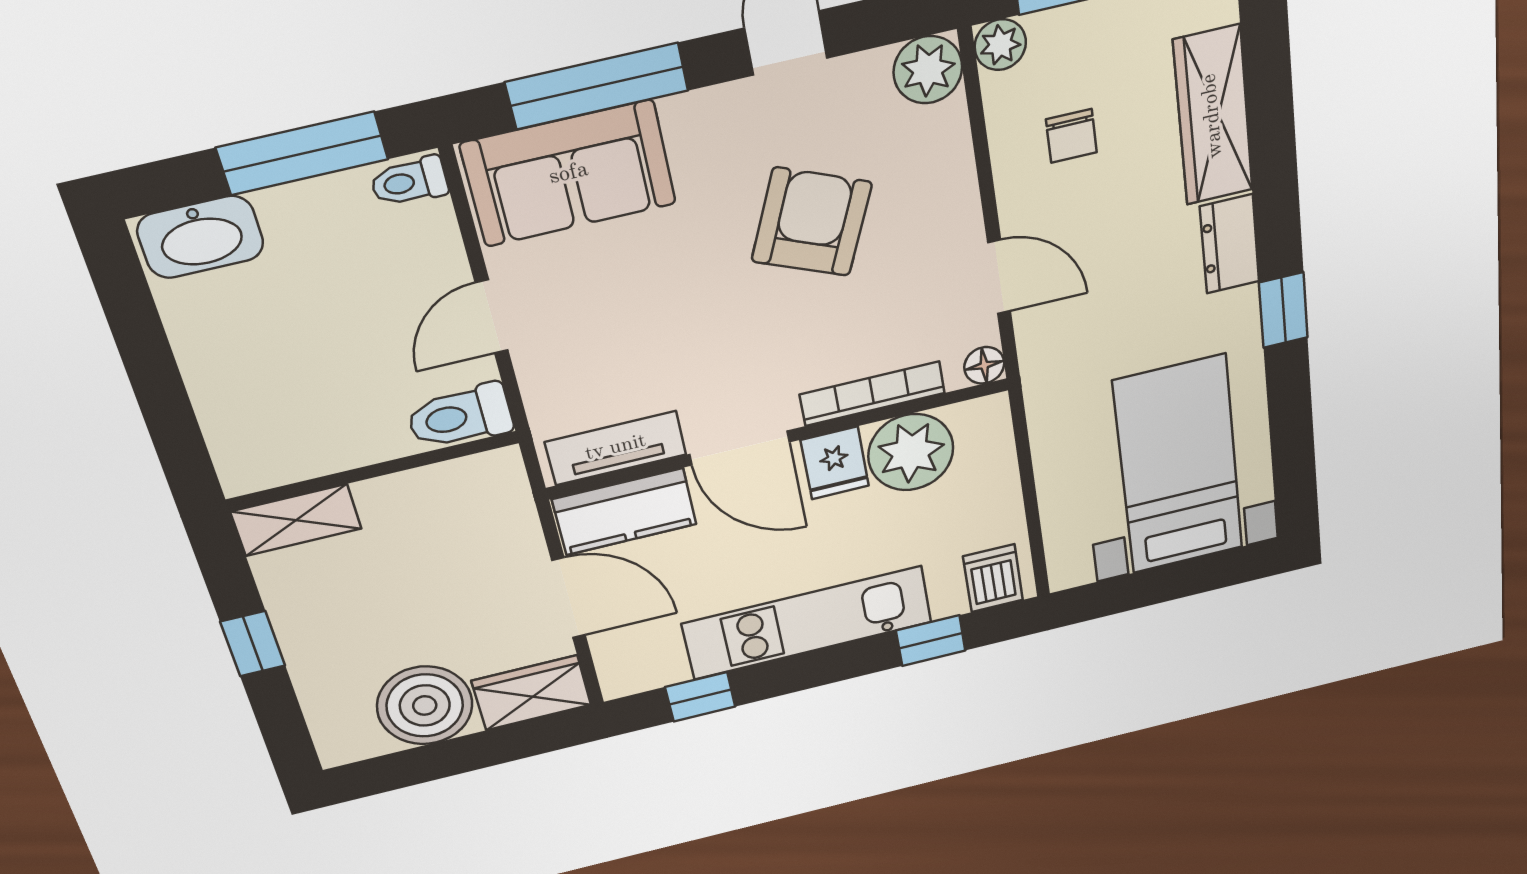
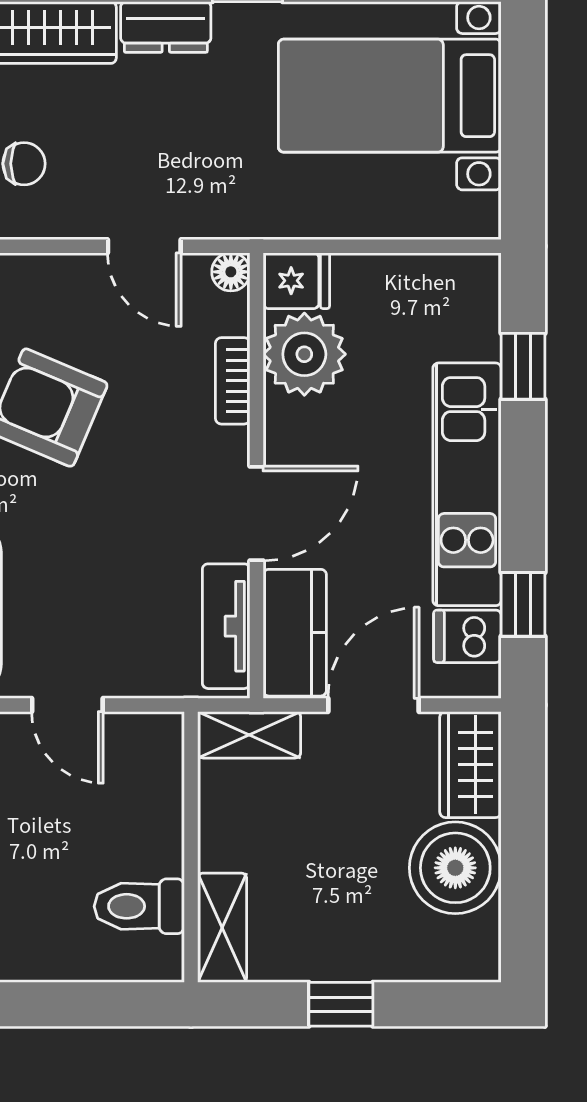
door: (999, 277) -> (144, 246), swing flipped
bookcase: (872, 394) -> (233, 381), width x0.64
toilet: (460, 416) -> (139, 906), moved, turned 90
fridge: (835, 463) -> (296, 281), moved
shelving: (508, 496) -> (249, 735), added
dishwasher: (993, 578) -> (467, 636), moved

